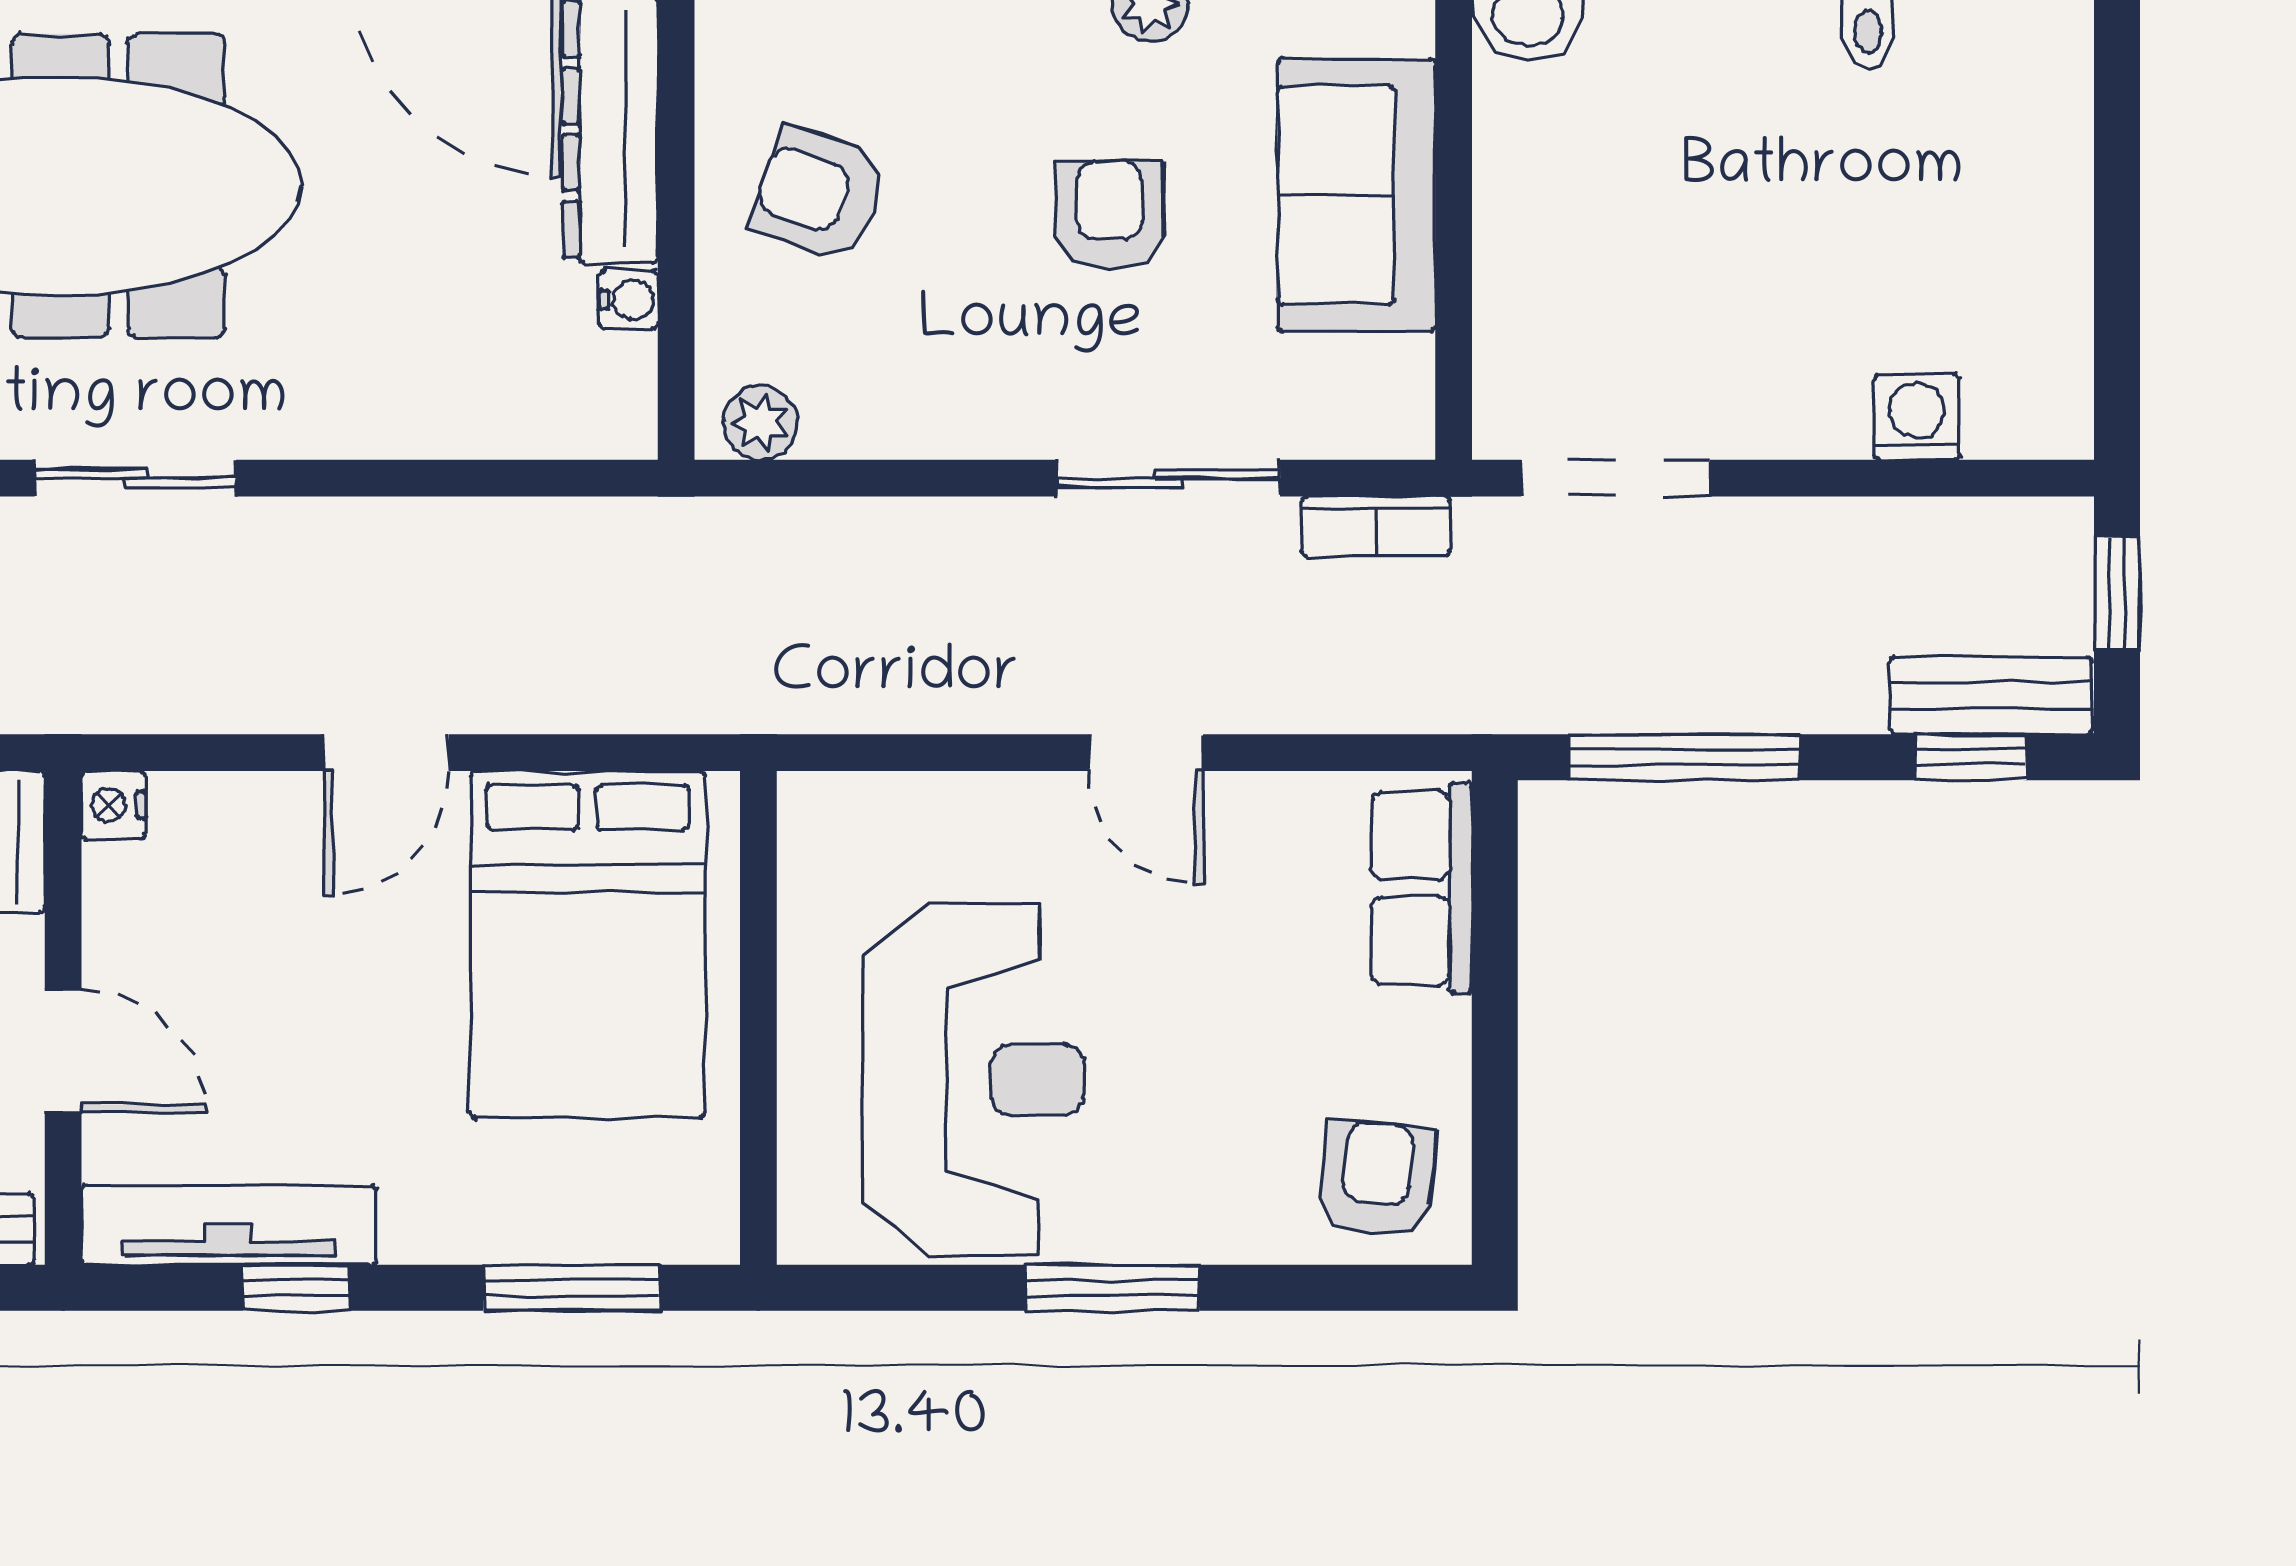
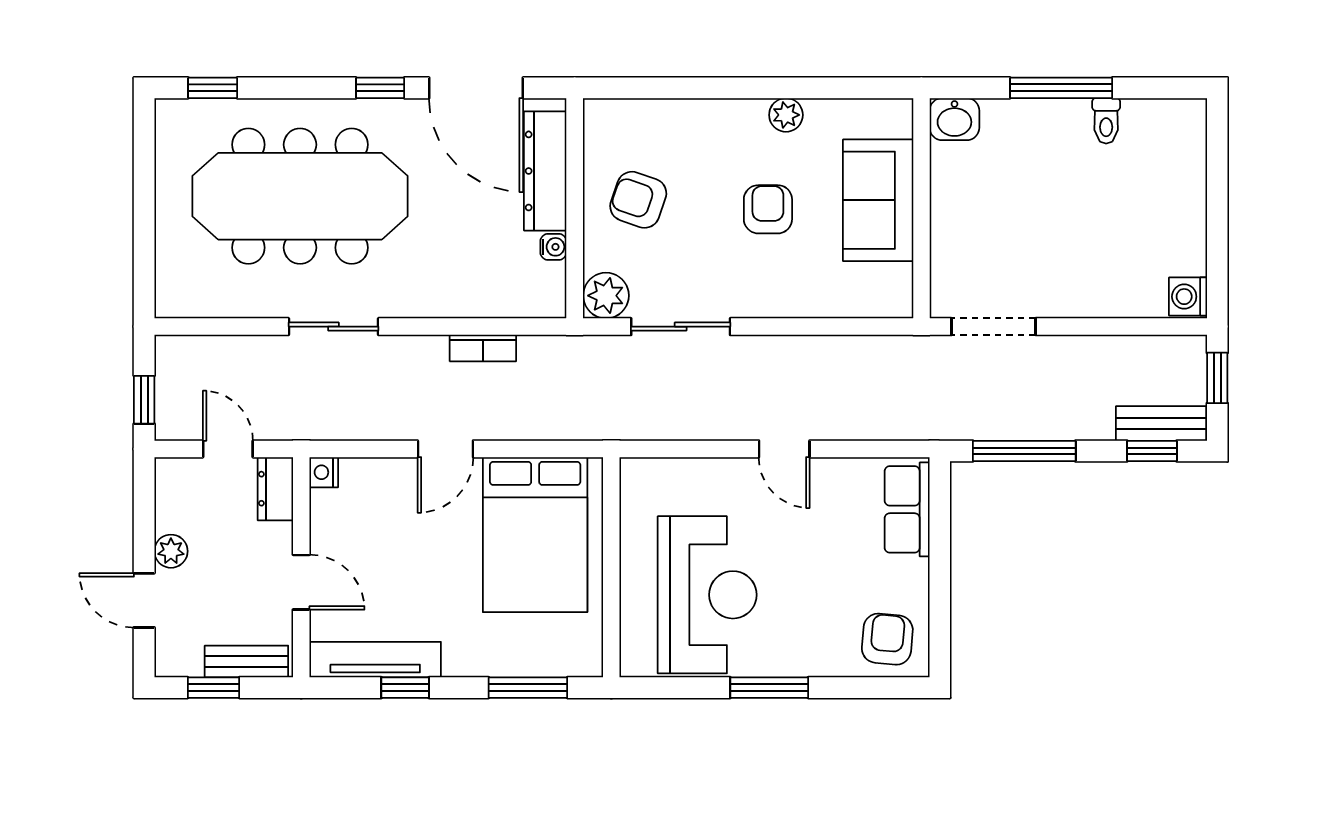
washing machine: (1917, 417) -> (1188, 297), moved, turned -90
plant: (760, 423) -> (606, 296), width x1.38, depth x1.38
sliding door: (1169, 478) -> (681, 327), moved
bookcase: (1376, 526) -> (483, 348), moved

